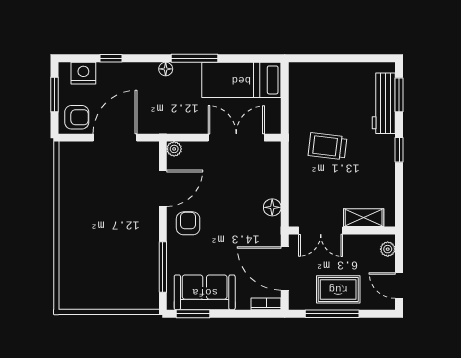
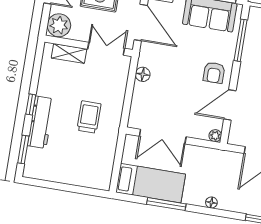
window: (195, 58) -> (166, 204), moved
workbench: (384, 103) -> (41, 122), moved
trolley: (328, 146) -> (89, 117), turned -97
plant: (388, 249) -> (59, 25), width x1.87, depth x1.87

